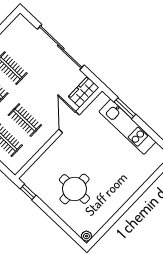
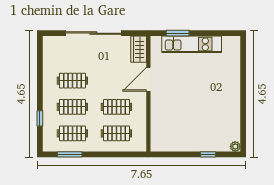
door: (69, 122) -> (148, 79), hinge flipped
round table: (74, 189) -> (196, 122), removed
window: (28, 192) -> (208, 154), moved

